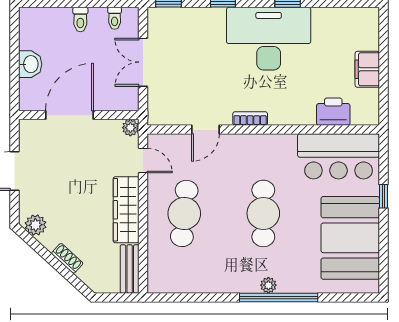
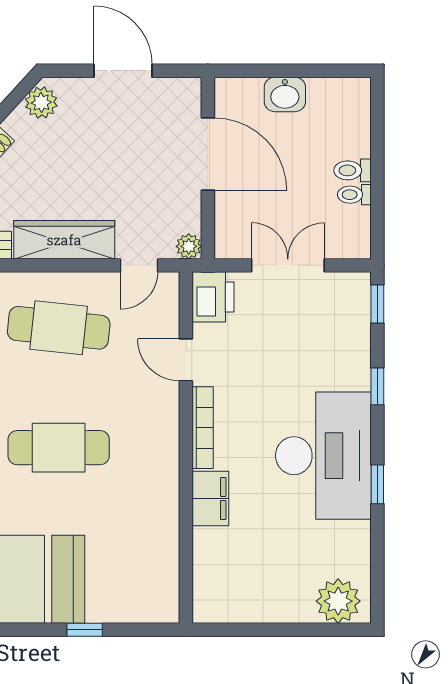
toilet: (115, 18) -> (354, 195), moved
plant: (365, 29) -> (338, 601), added
filing cabinet: (367, 69) -> (210, 498), moved, turned 90
printer: (333, 112) -> (213, 297), moved
bookcase: (250, 118) -> (203, 428), width x1.56
bar counter: (339, 156) -> (145, 562), removed

